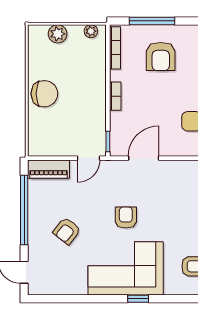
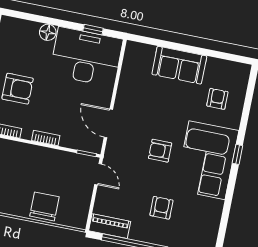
chair: (44, 94) -> (44, 206), moved
piano: (48, 169) -> (110, 226), moved, turned -90
armchair: (67, 231) -> (161, 208), turned -128

